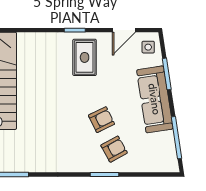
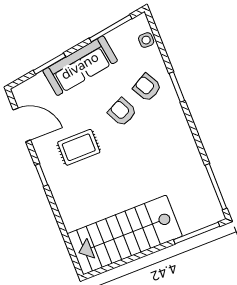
door: (124, 30) -> (22, 125), width x1.38
side table: (148, 47) -> (146, 40), moved
rug: (85, 57) -> (79, 147), moved

